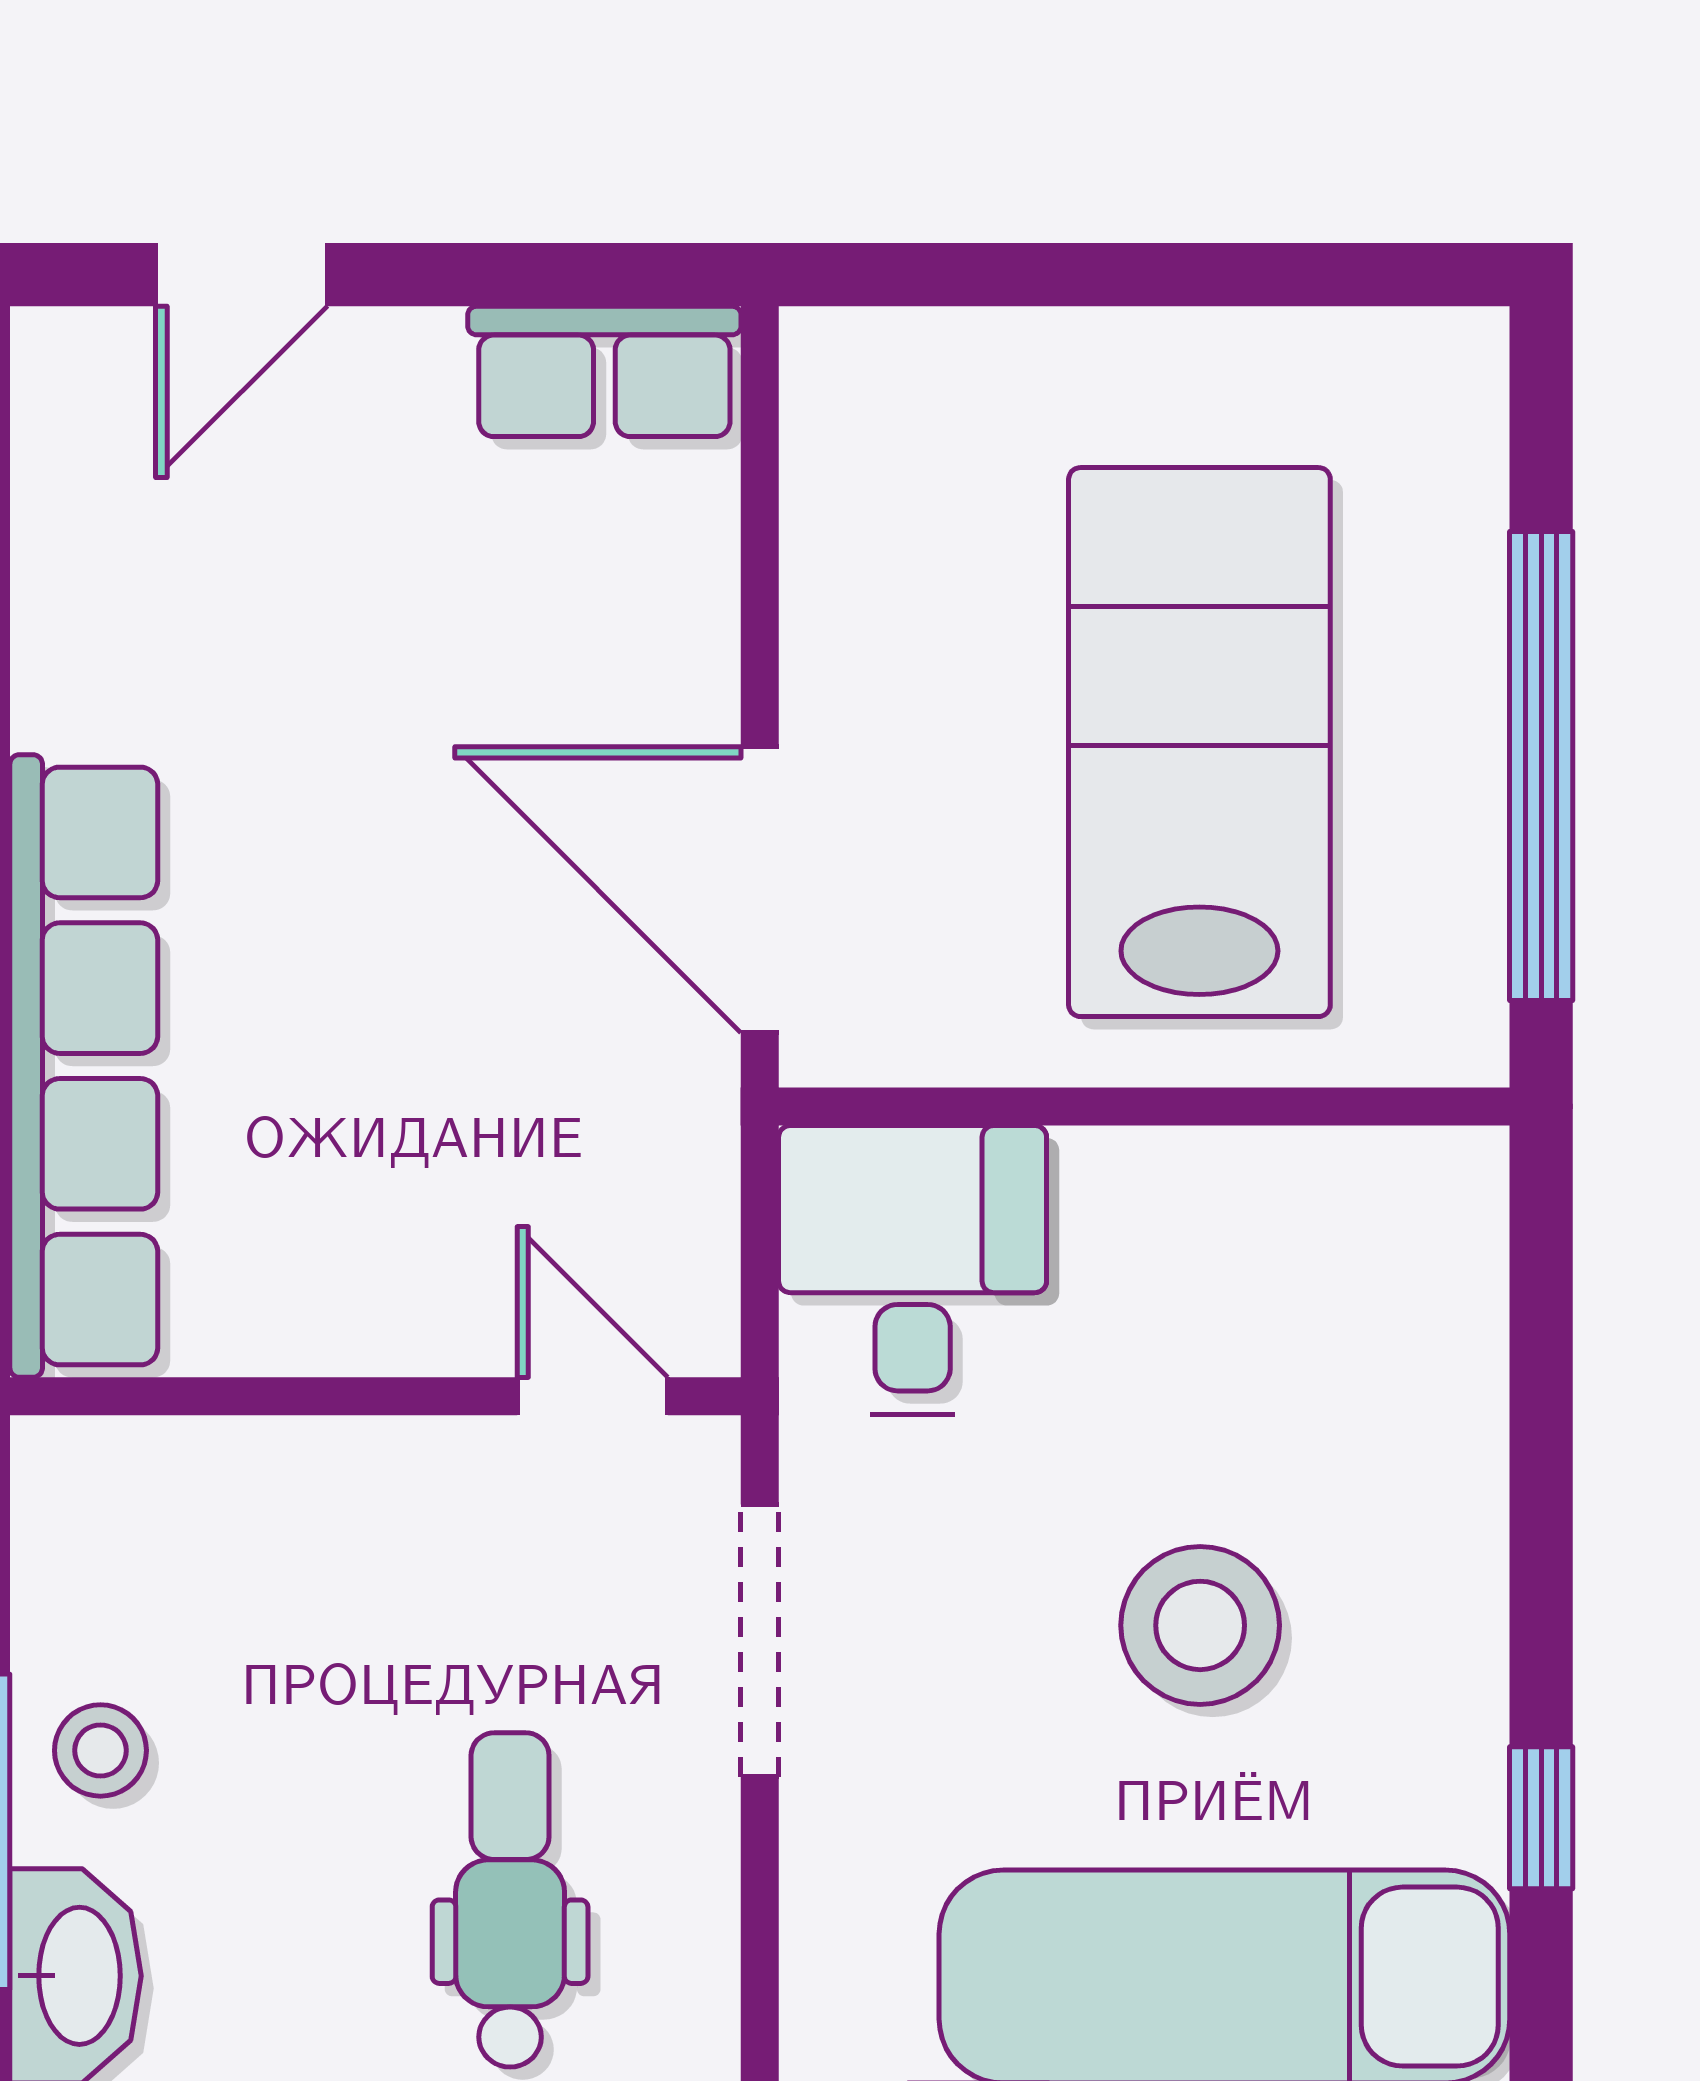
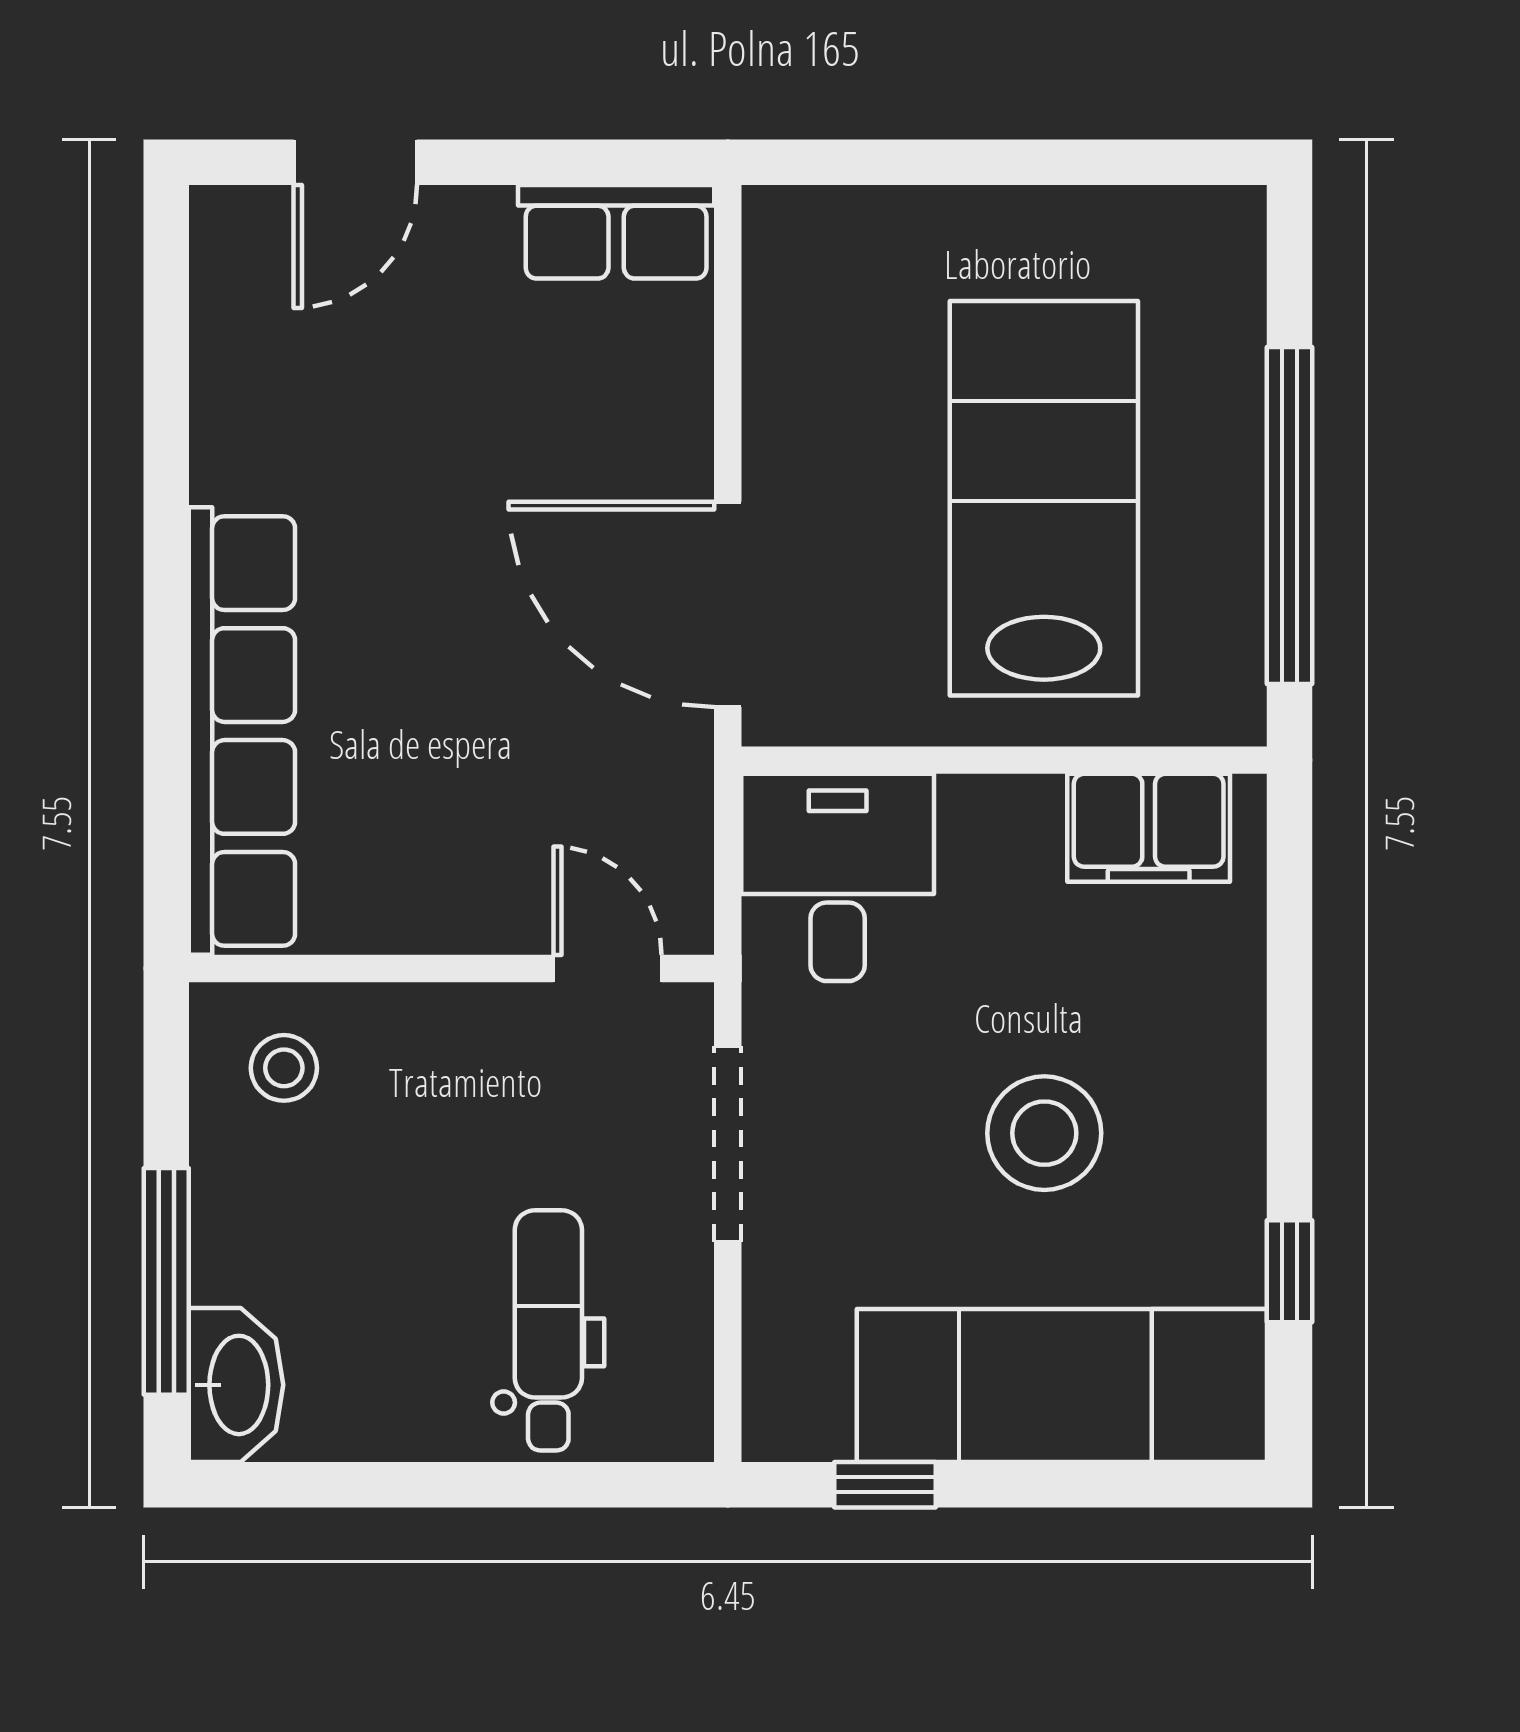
filing cabinet: (1345, 1201) -> (1149, 828), added
stool: (100, 1750) -> (284, 1068), moved

